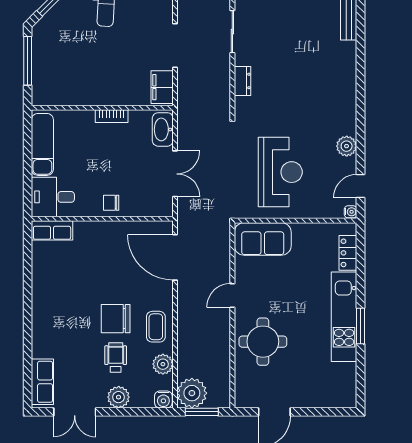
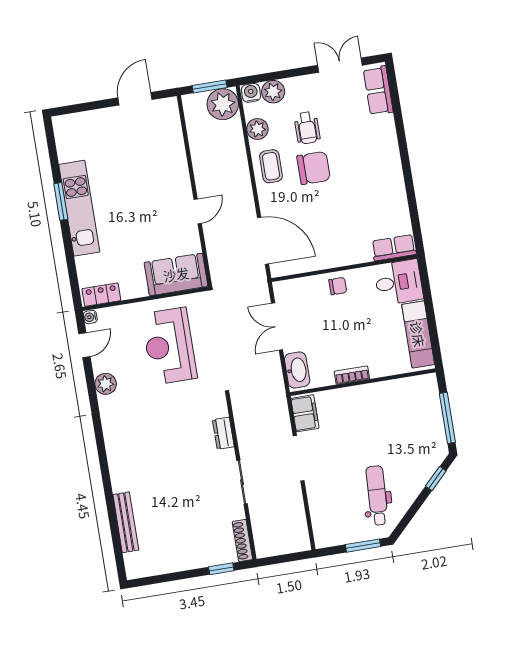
locker: (348, 253) -> (101, 295), moved, turned -90
round table: (263, 342) -> (159, 169), removed
plant: (119, 397) -> (273, 92), moved

